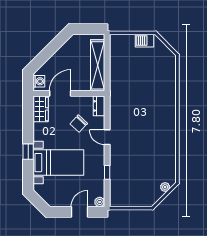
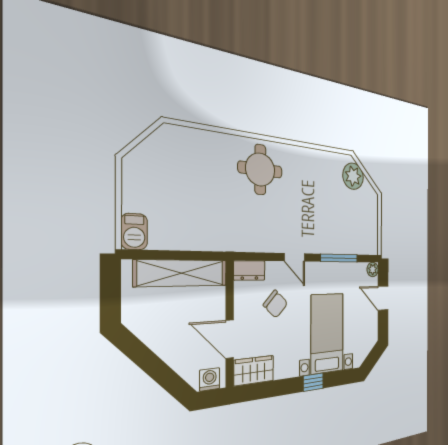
barbecue: (144, 41) -> (134, 232), moved
round table: (158, 113) -> (260, 170), added
door: (107, 137) -> (295, 257), hinge flipped
window: (107, 172) -> (339, 258), width x2.17
plant: (165, 187) -> (353, 176), width x1.88, depth x1.88

